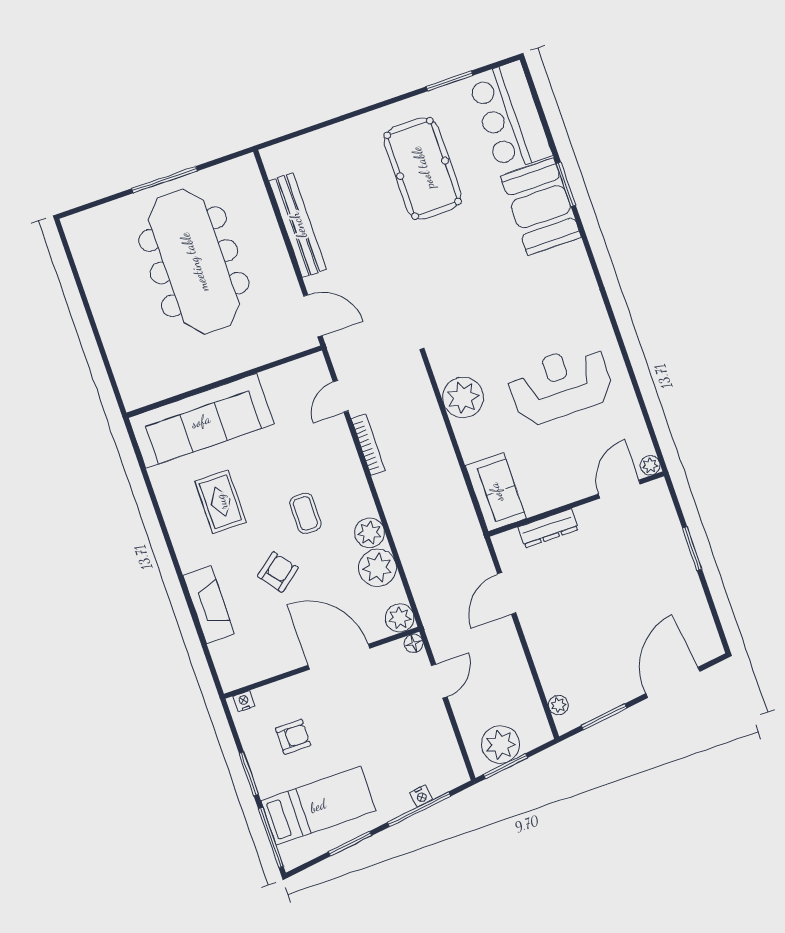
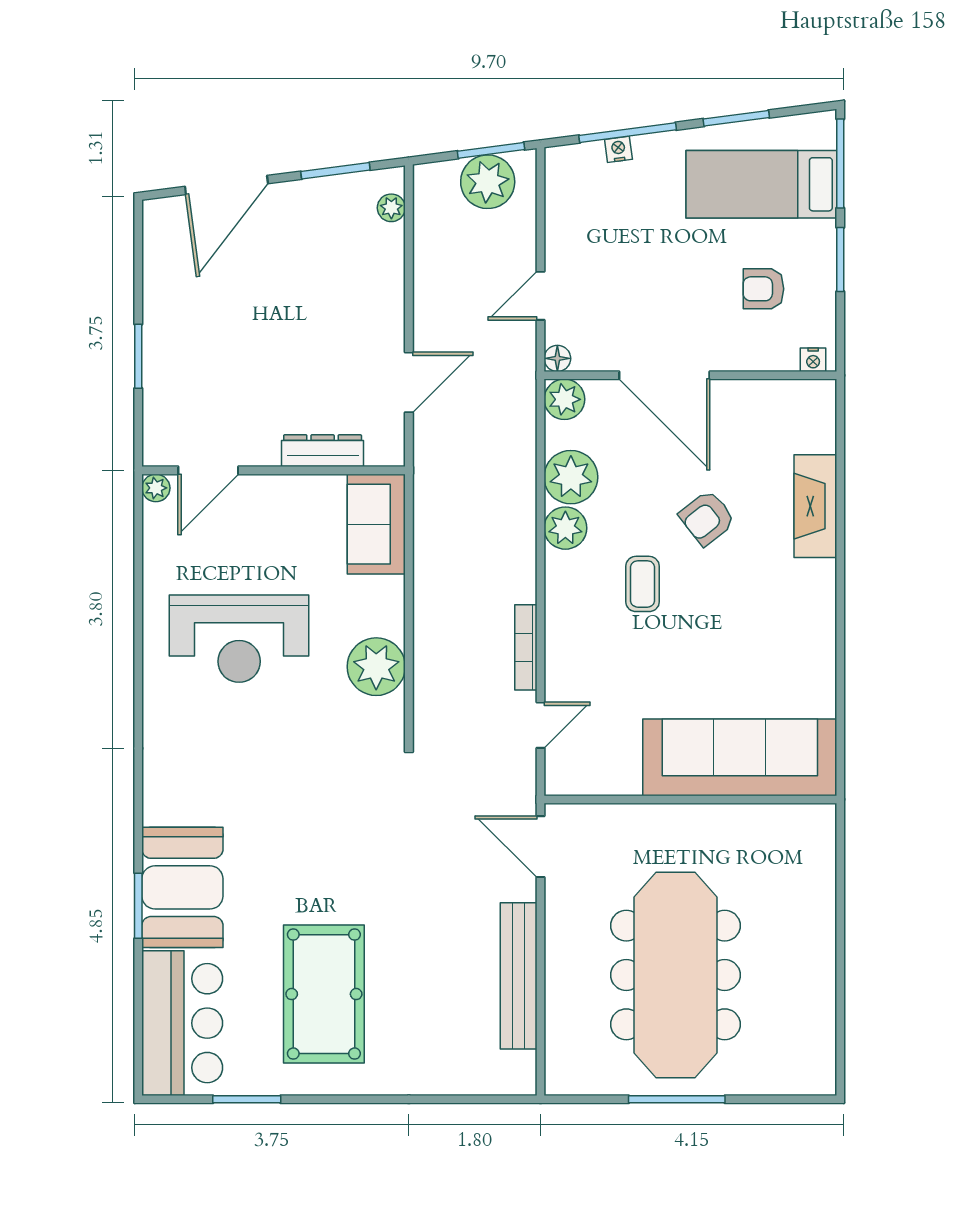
rug: (221, 502) -> (751, 639), removed

